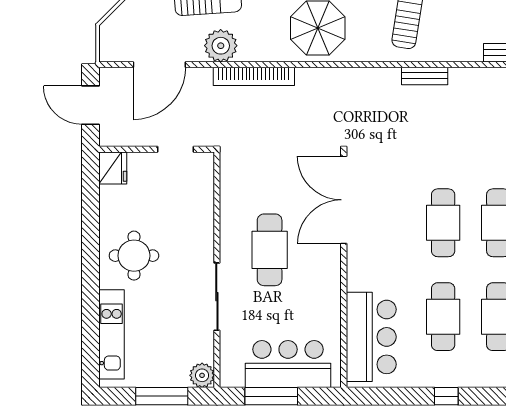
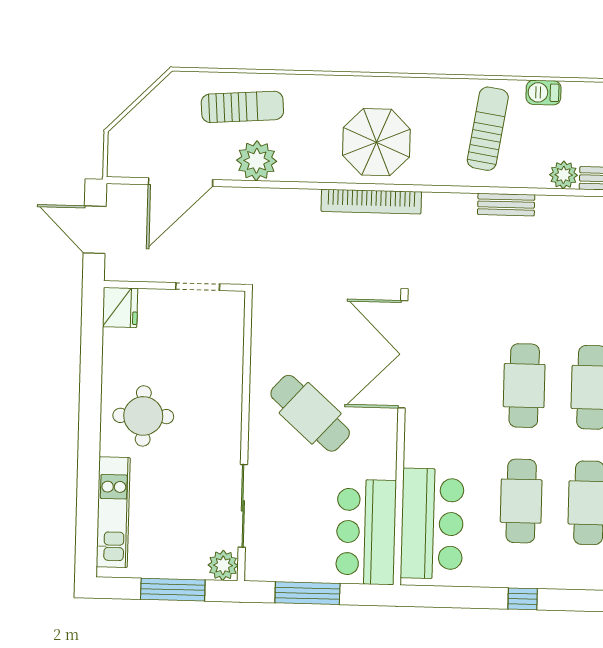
plant: (471, 51) -> (564, 175), added
bookcase: (254, 76) -> (371, 201), moved
cafe table: (270, 250) -> (310, 413), turned -48
sliding door: (217, 297) -> (243, 506), moved
bar counter: (288, 364) -> (366, 532), moved, turned -90

